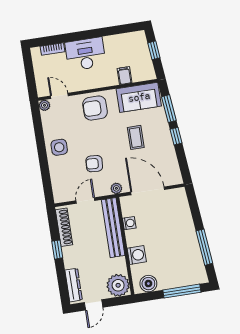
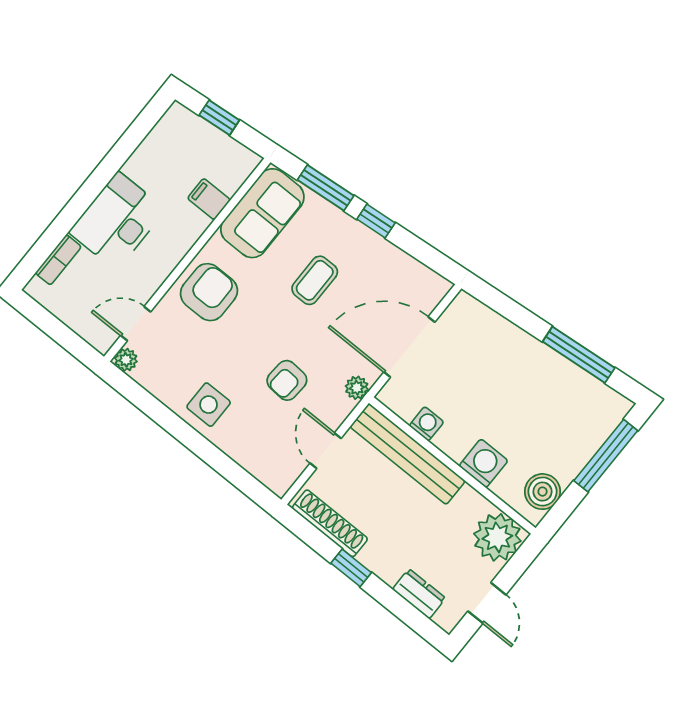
armchair: (95, 108) -> (209, 292), turned 180
coffee table: (136, 137) -> (315, 280), turned 90
dresser: (74, 285) -> (419, 594), width x0.70

